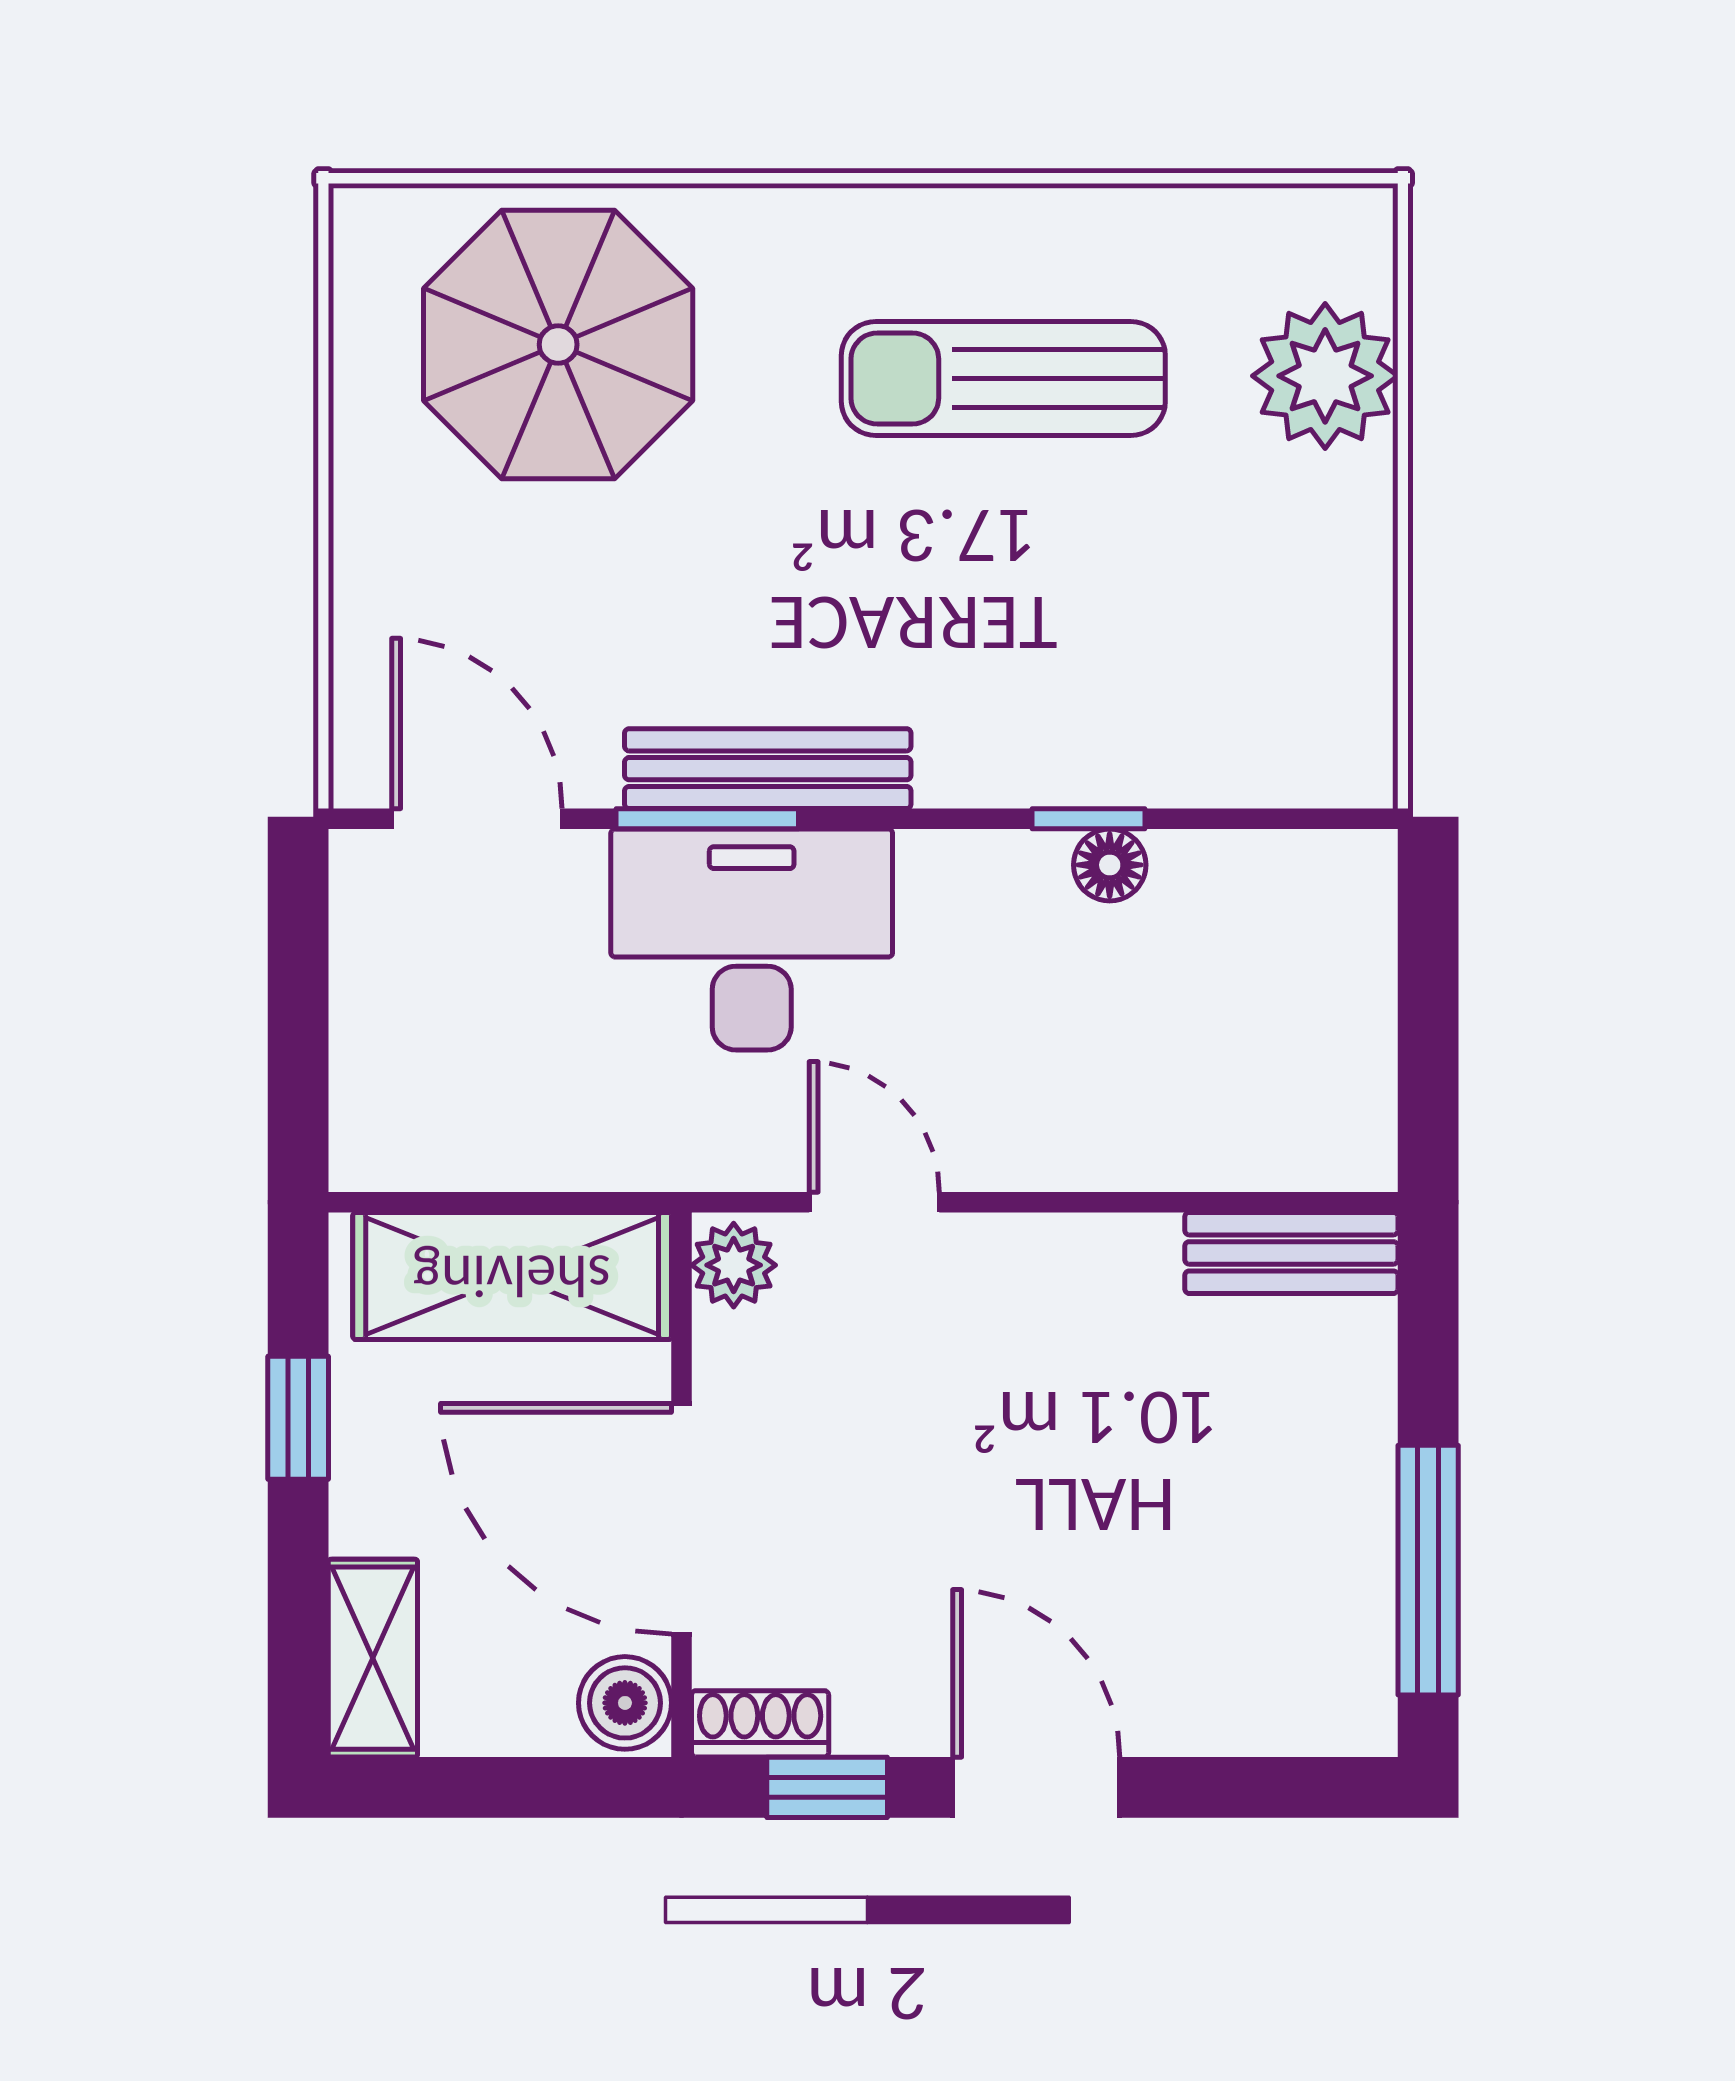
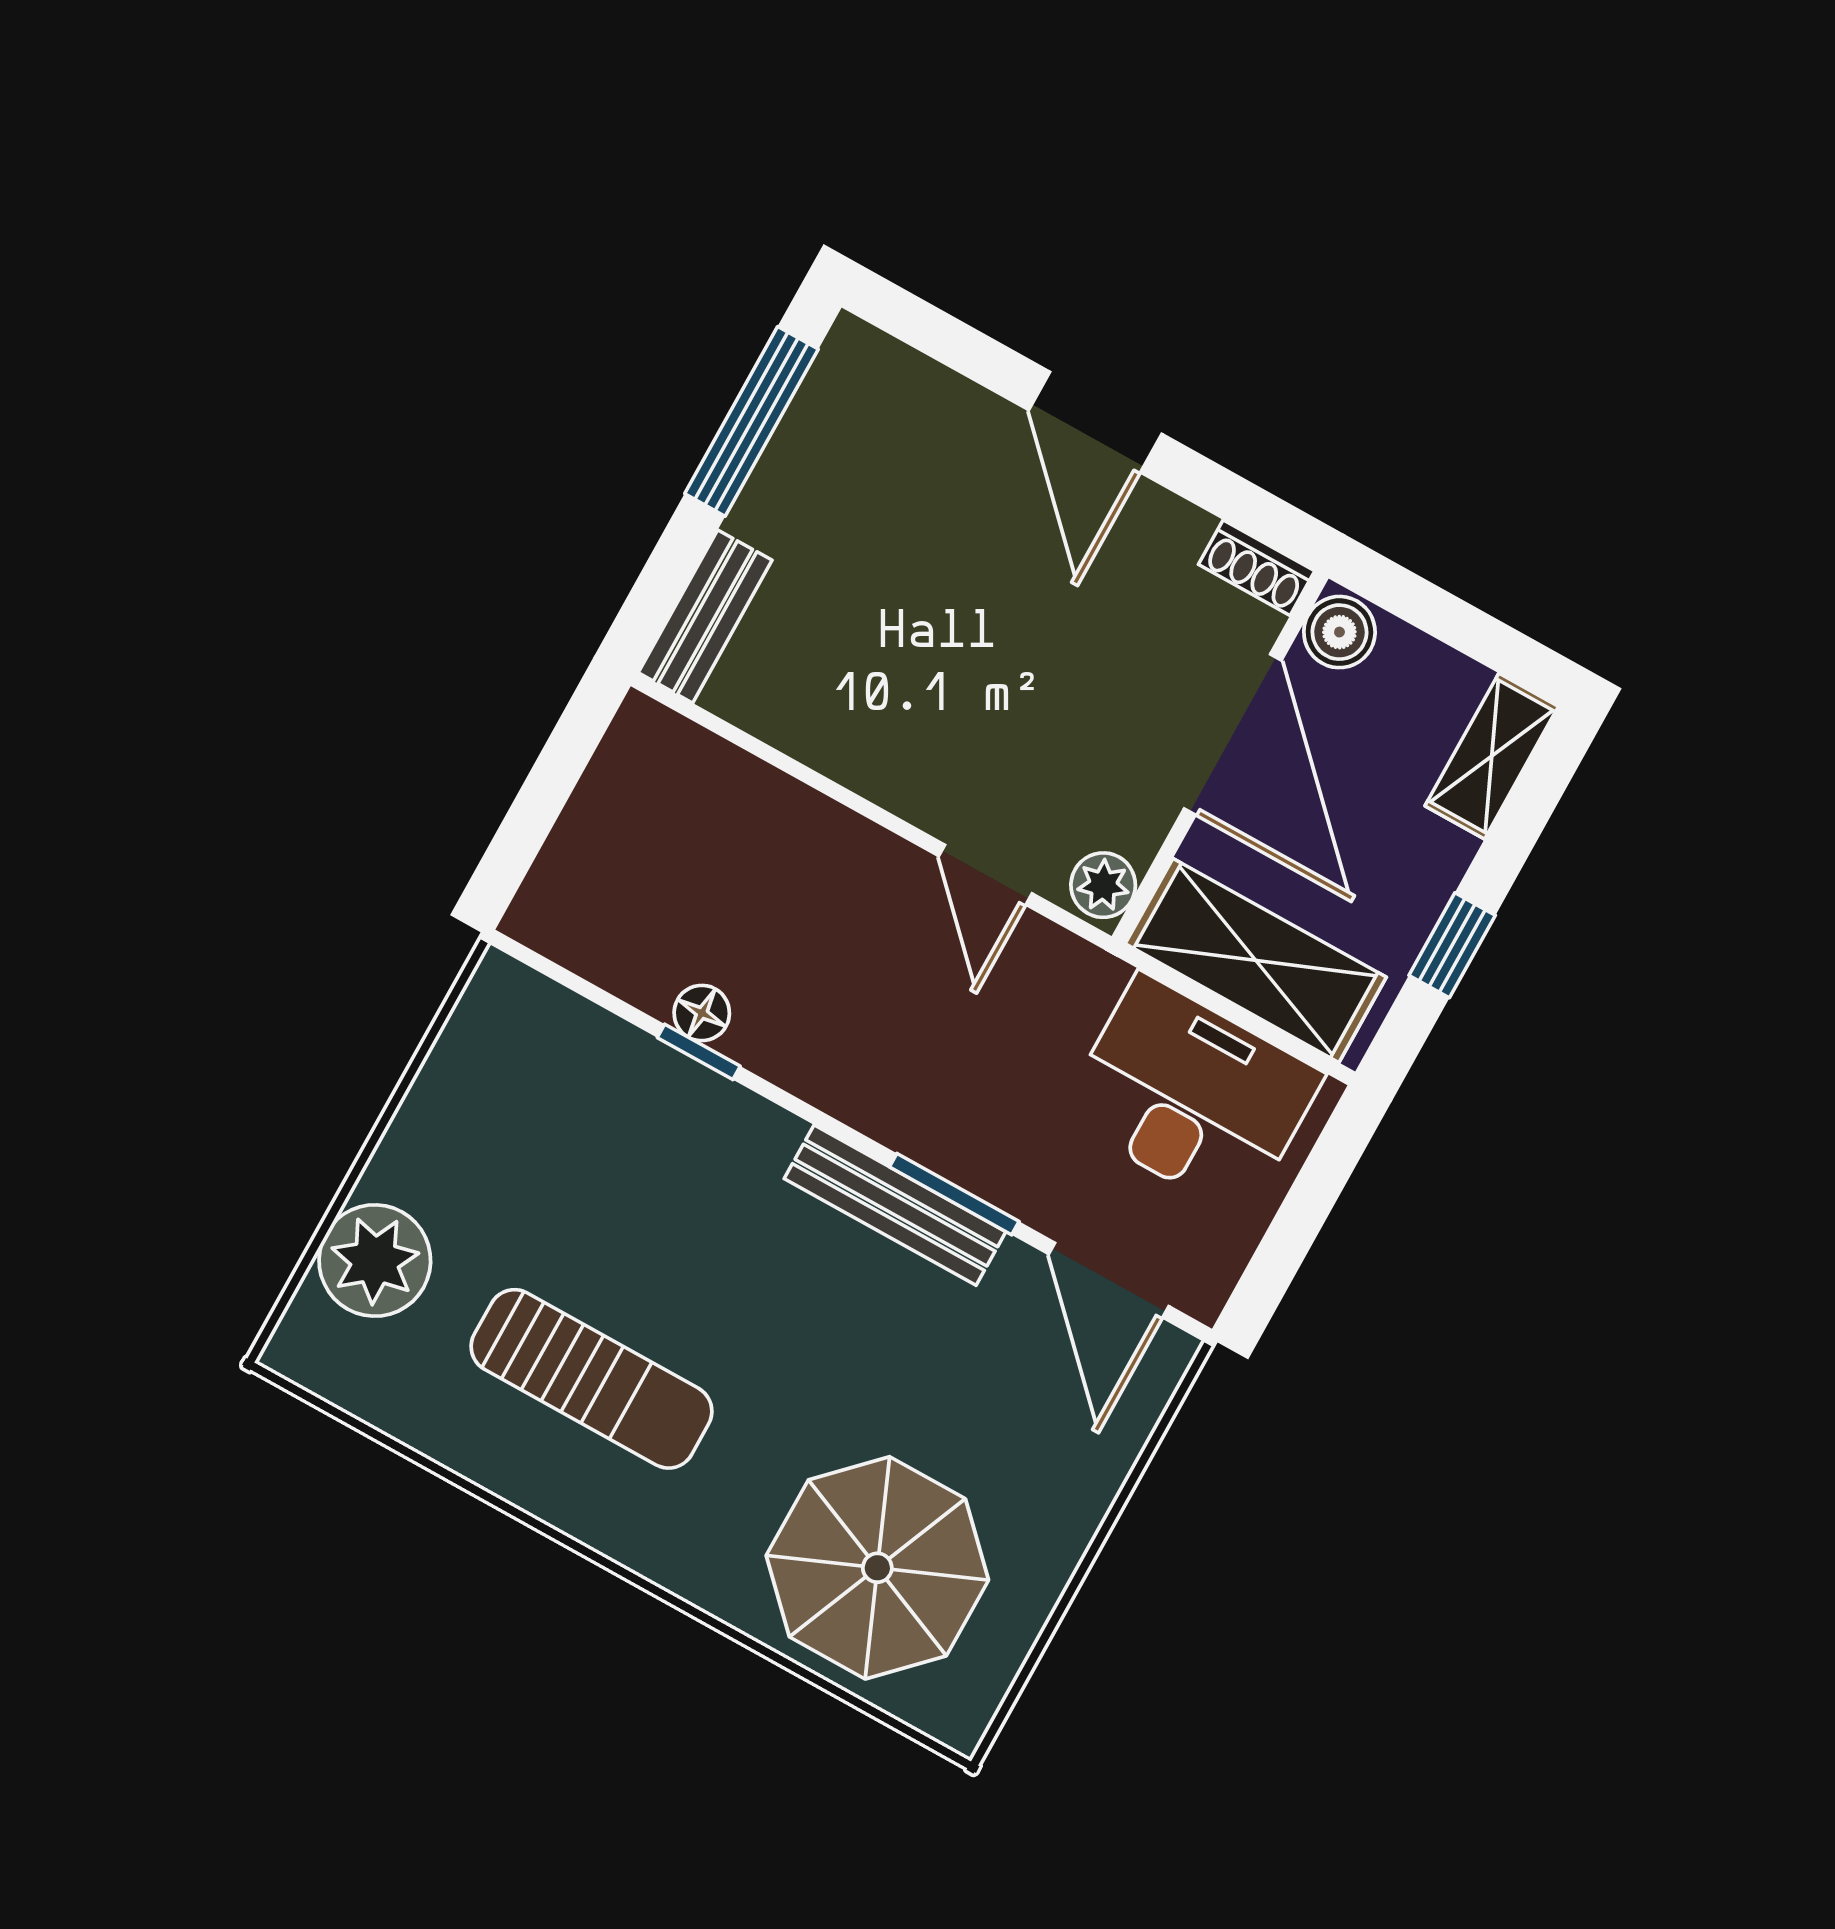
desk: (752, 940) -> (1191, 1095), moved, turned 180
bench: (1291, 1253) -> (705, 616), moved, turned 90
window: (827, 1787) -> (1235, 500), removed

